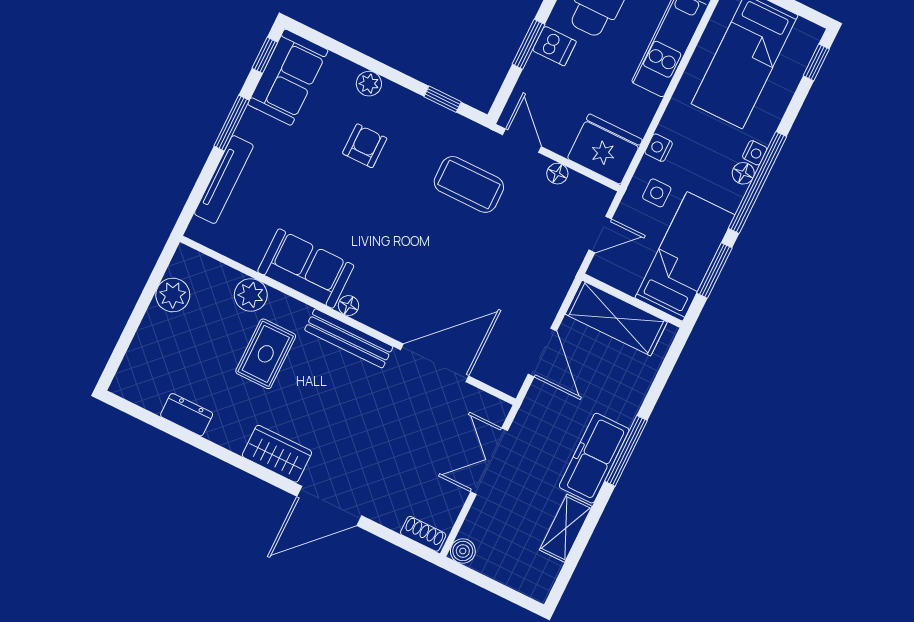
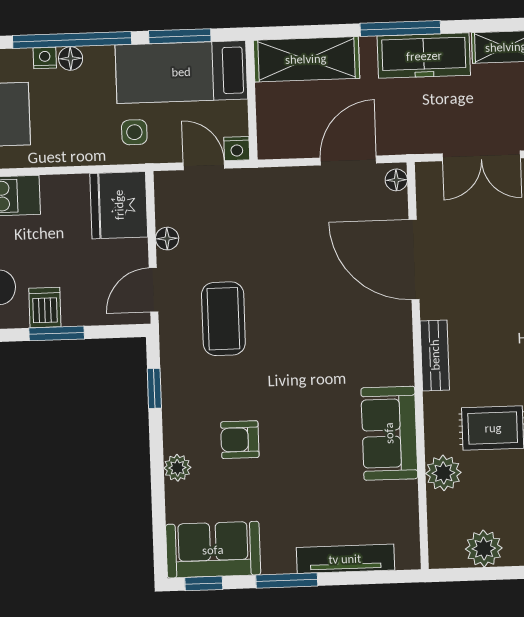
nightstand: (659, 148) -> (237, 149), moved
floor lamp: (349, 306) -> (396, 180), moved
shelving: (616, 318) -> (306, 59), moved, turned 90
bench: (349, 338) -> (435, 355), width x0.73

